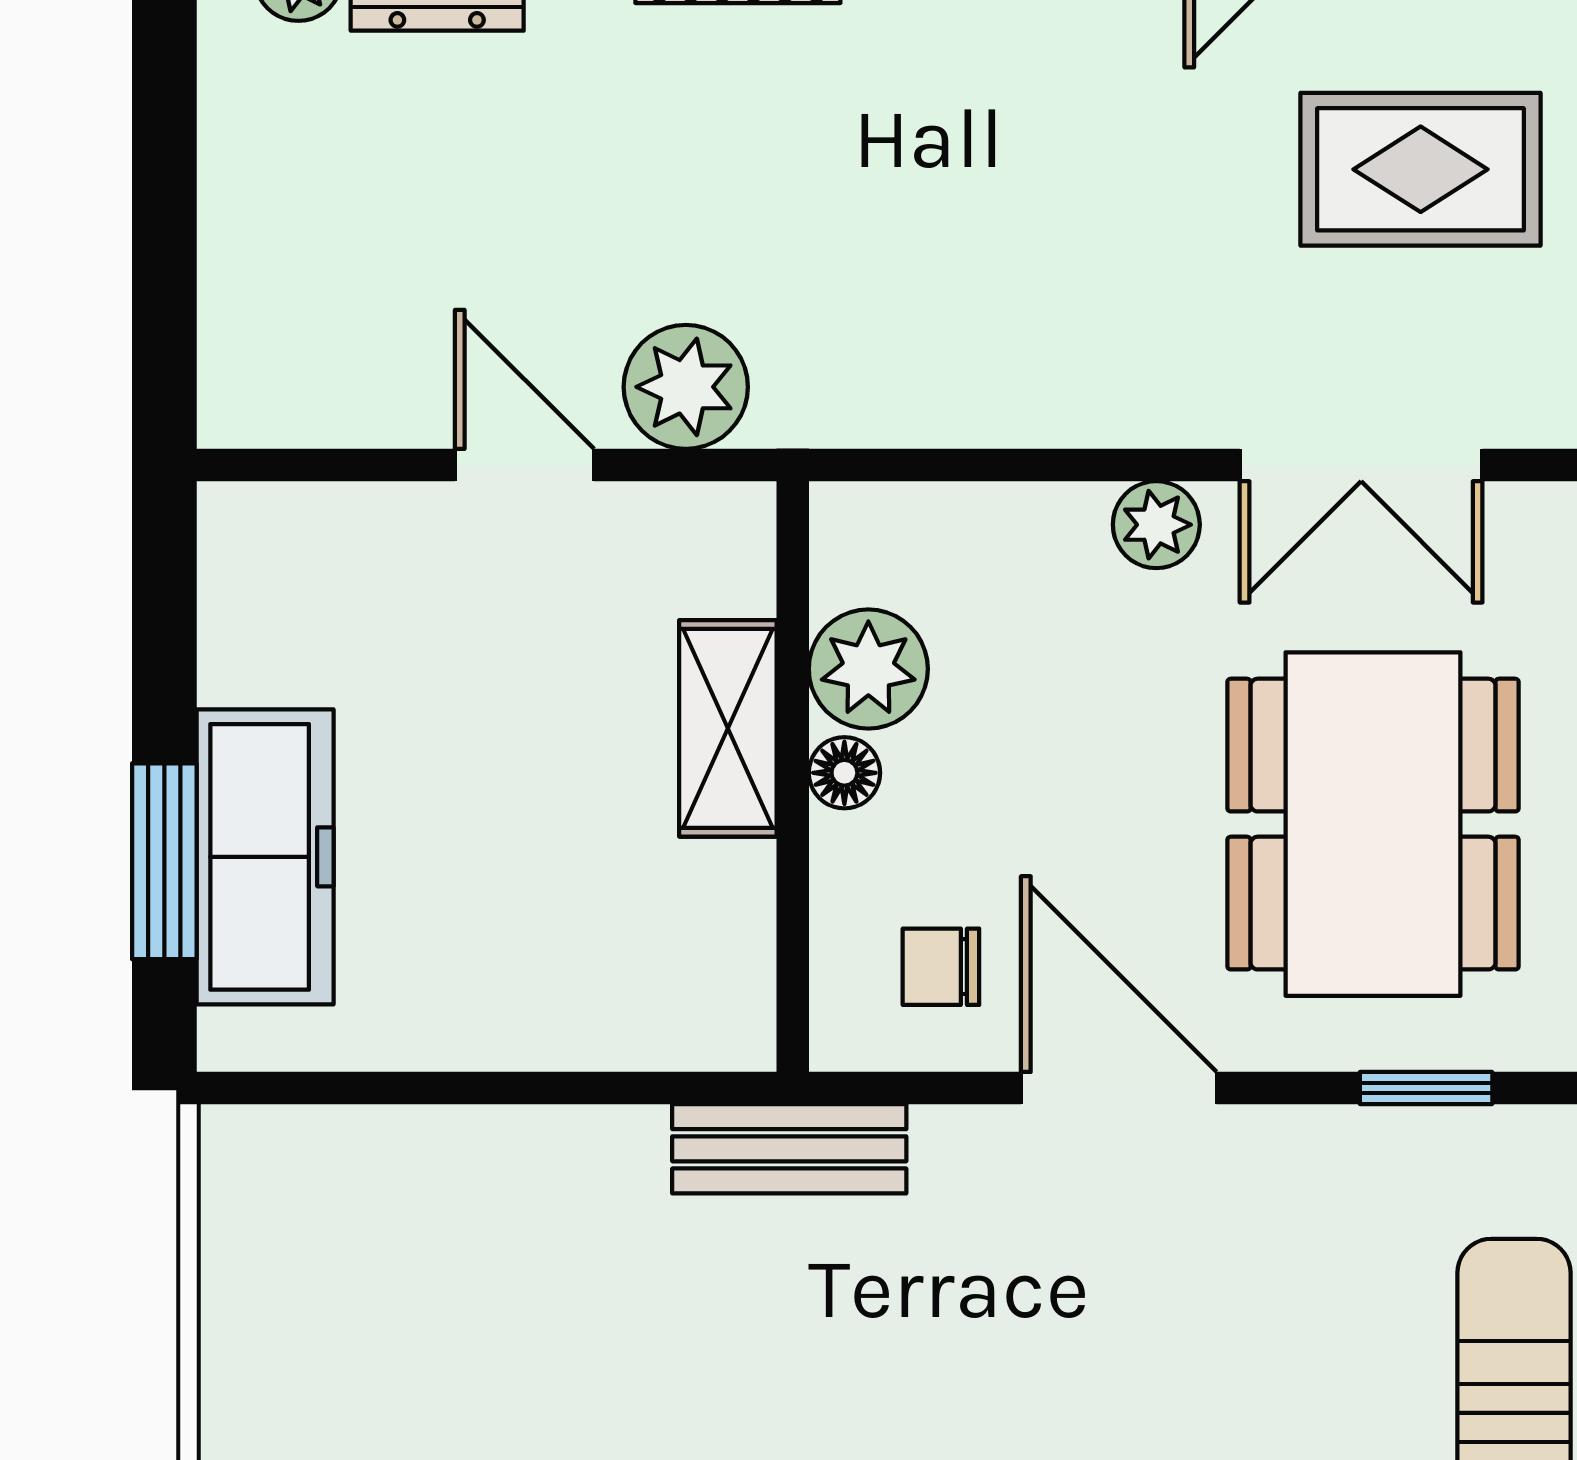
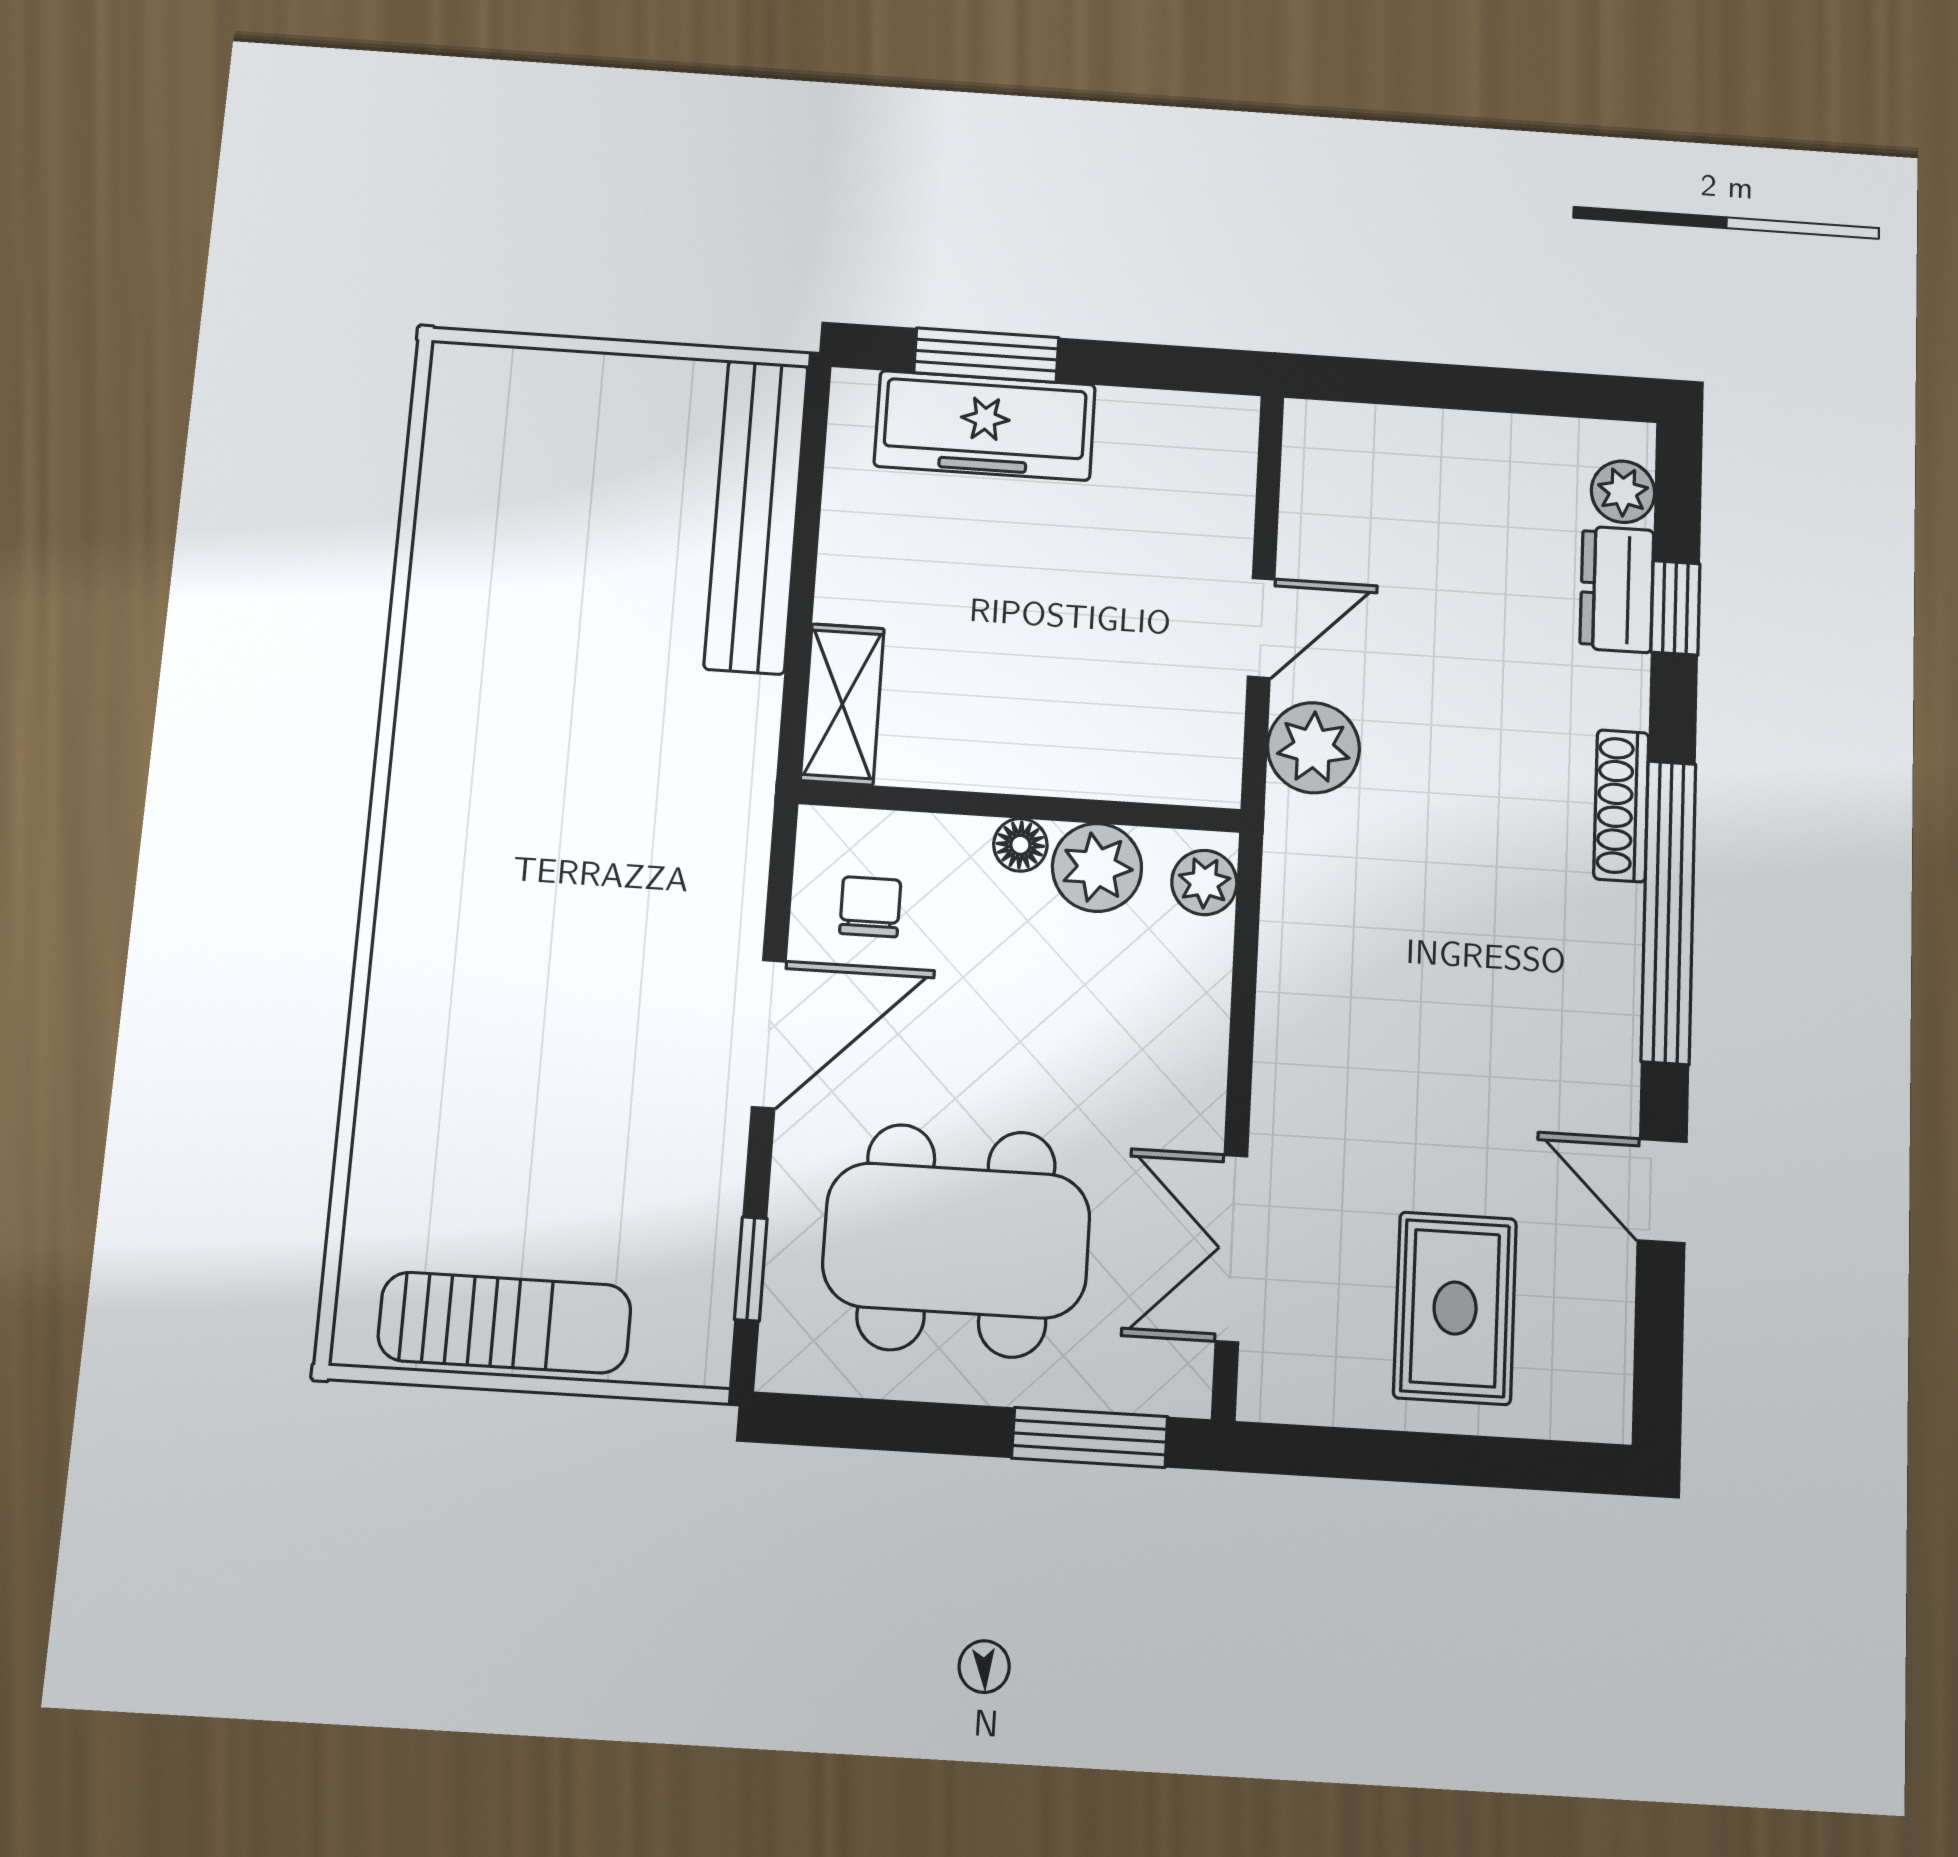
plant: (1156, 525) -> (1204, 882), moved
shelving: (728, 728) -> (842, 704), moved, turned 90
bench: (789, 1149) -> (756, 516), moved, width x1.86, depth x1.21

